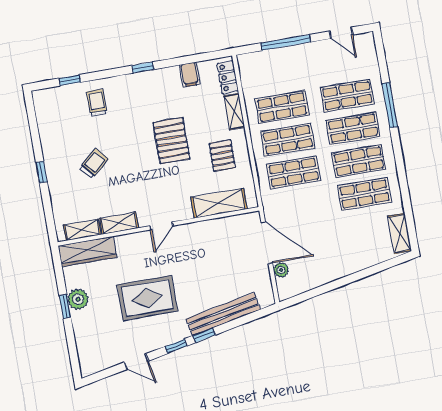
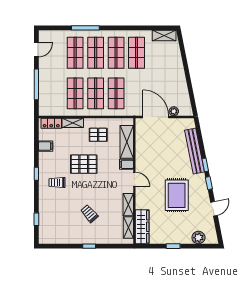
trolley: (97, 103) -> (57, 183), moved
filing cabinet: (183, 209) -> (126, 164), added
door: (267, 243) -> (156, 117), hinge flipped
plant: (78, 299) -> (198, 238), moved

